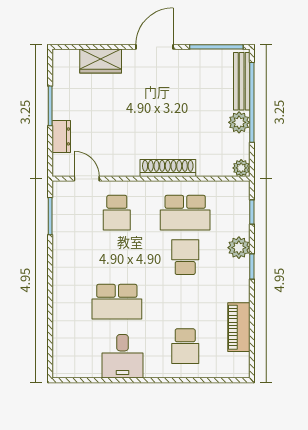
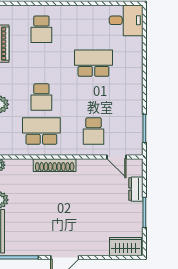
wardrobe: (101, 61) -> (125, 247), moved
school desk: (117, 213) -> (93, 131), turned 180
school desk: (185, 346) -> (41, 29), turned 180
desk: (123, 356) -> (126, 20), moved, turned 90

